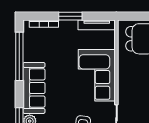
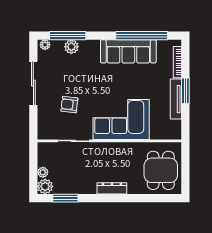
tv unit: (97, 25) -> (176, 99), moved
sofa: (34, 88) -> (128, 51), moved

